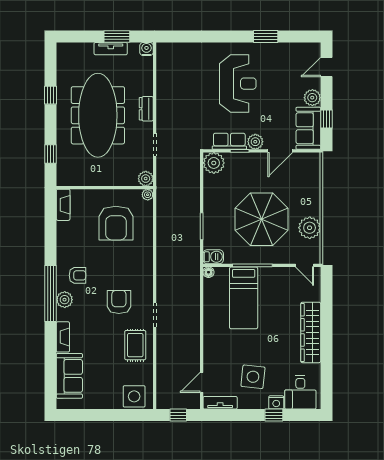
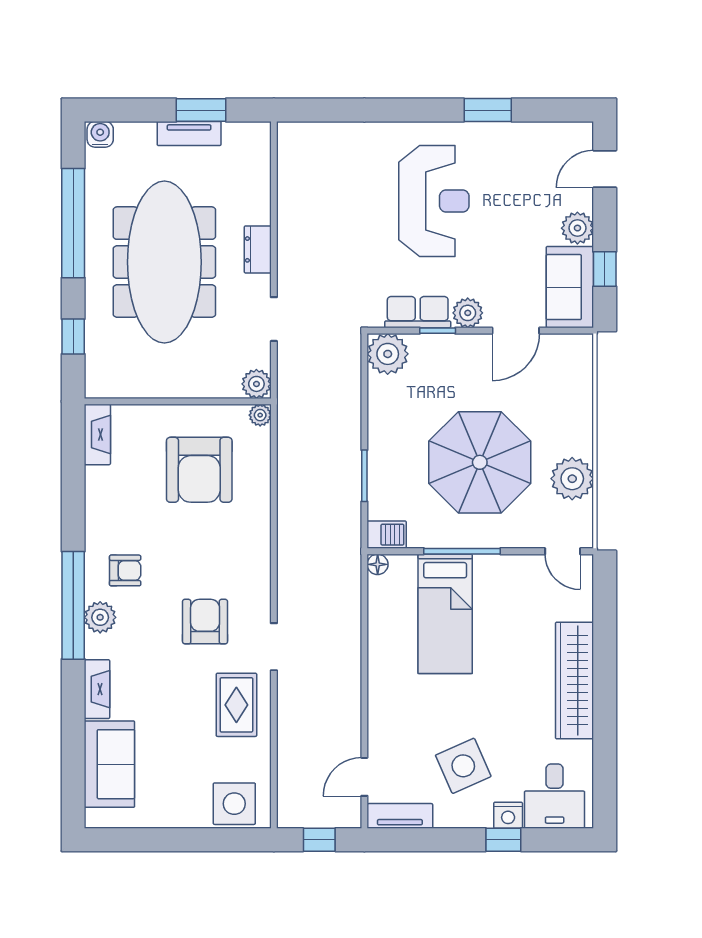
water cooler: (146, 49) -> (100, 134), moved
window: (50, 95) -> (73, 223), width x3.17
side table: (253, 377) -> (463, 766), turned -30

